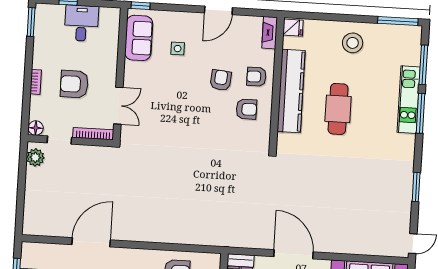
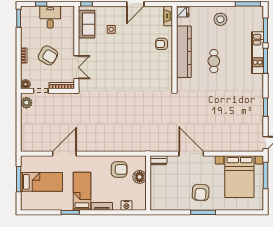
armchair: (221, 80) -> (139, 47), removed
armchair: (74, 84) -> (48, 55), turned -150
armchair: (246, 109) -> (157, 65), removed
cafe table: (338, 109) -> (214, 61), width x0.73, depth x0.74

